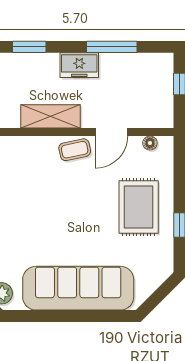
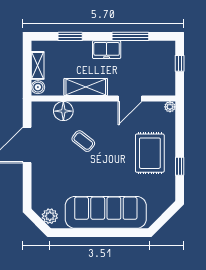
floor lamp: (150, 143) -> (63, 111), moved, width x1.89, depth x1.89
plant: (166, 143) -> (170, 107), added
coffee table: (75, 150) -> (83, 141), moved, turned 50

